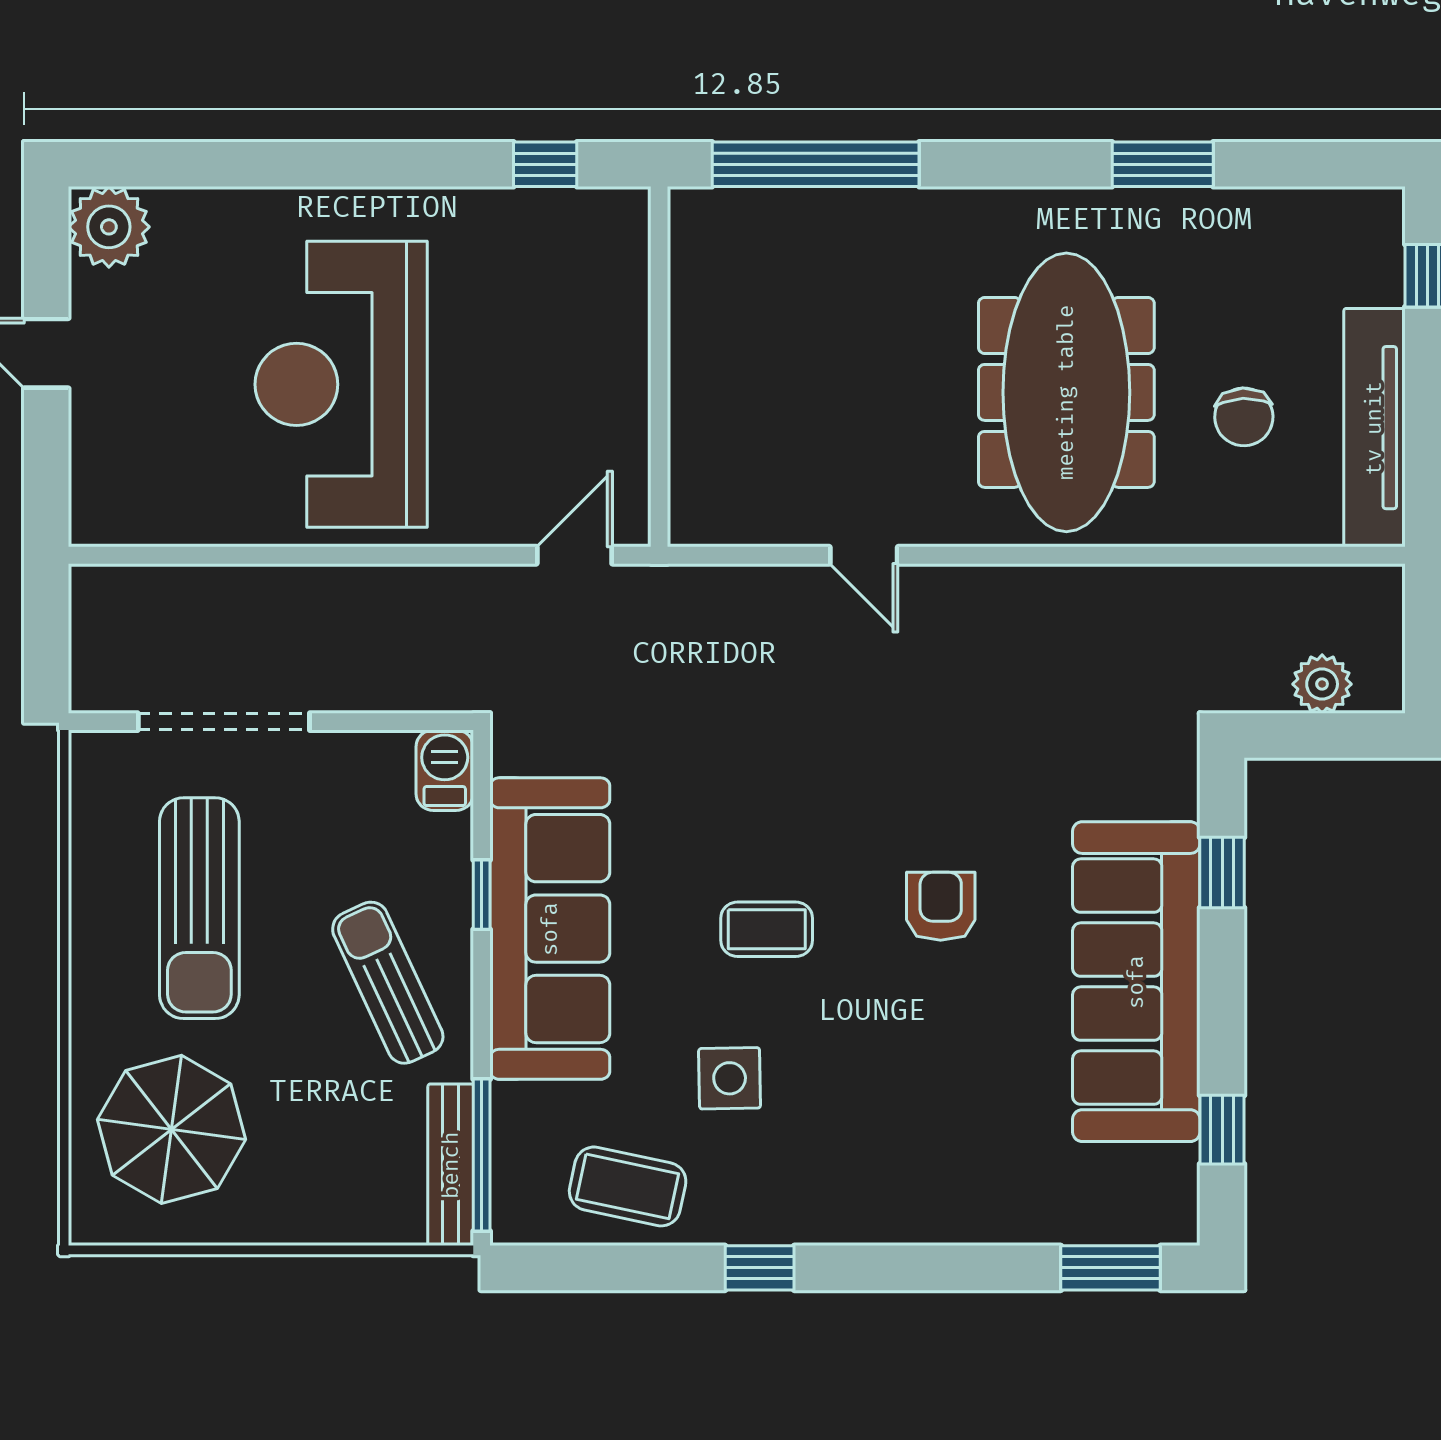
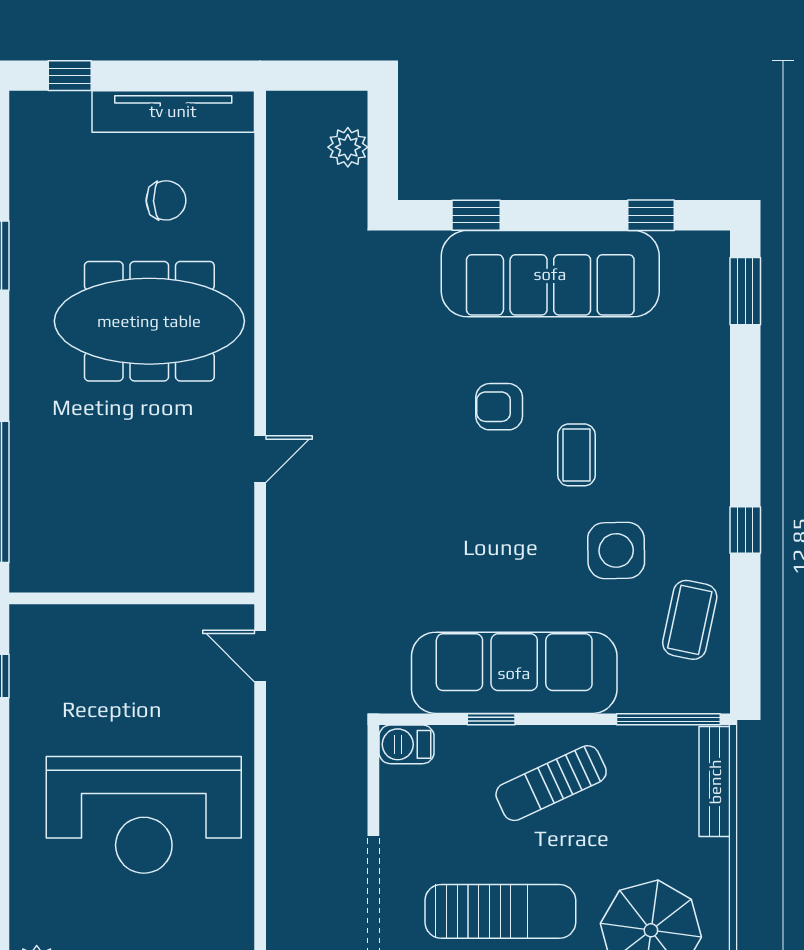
coffee table: (767, 929) -> (576, 455), moved
side table: (730, 1078) -> (616, 550), width x1.37, depth x1.37
bench: (451, 1165) -> (715, 782), moved, turned 90

